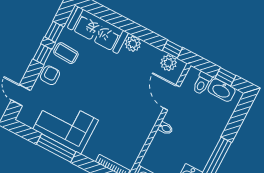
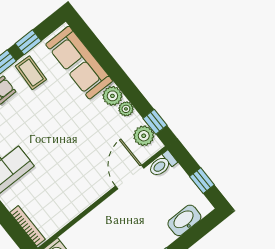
plant: (147, 49) -> (126, 109), added
toilet: (202, 83) -> (162, 164), moved
washbasin: (222, 90) -> (184, 220), moved, turned 90
bidet: (165, 128) -> (107, 209), removed

